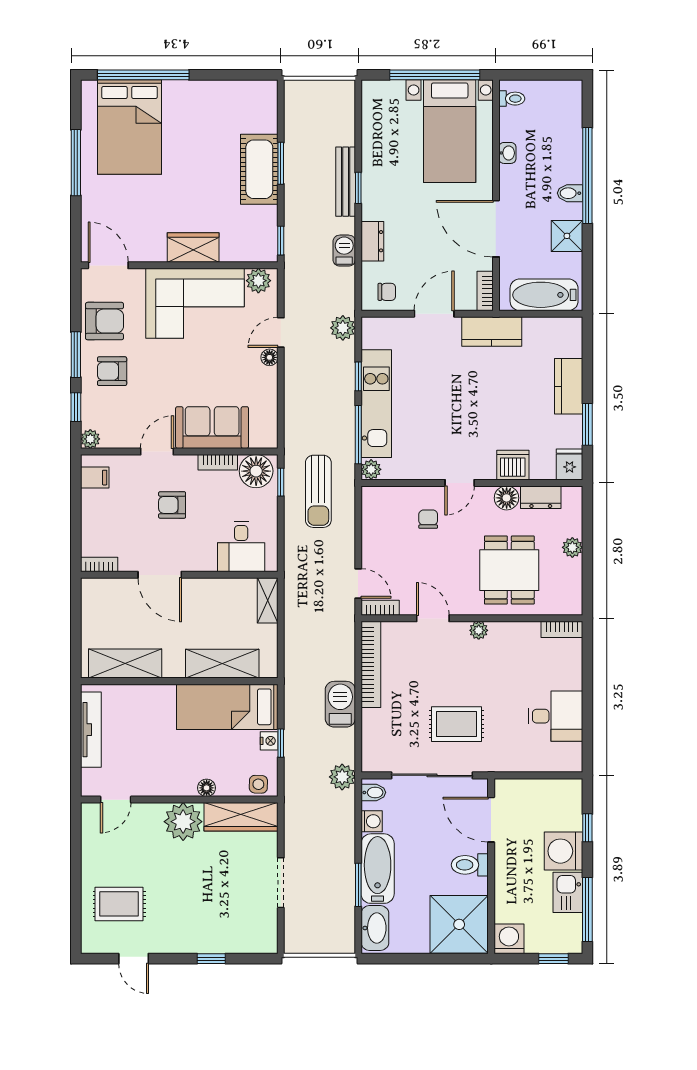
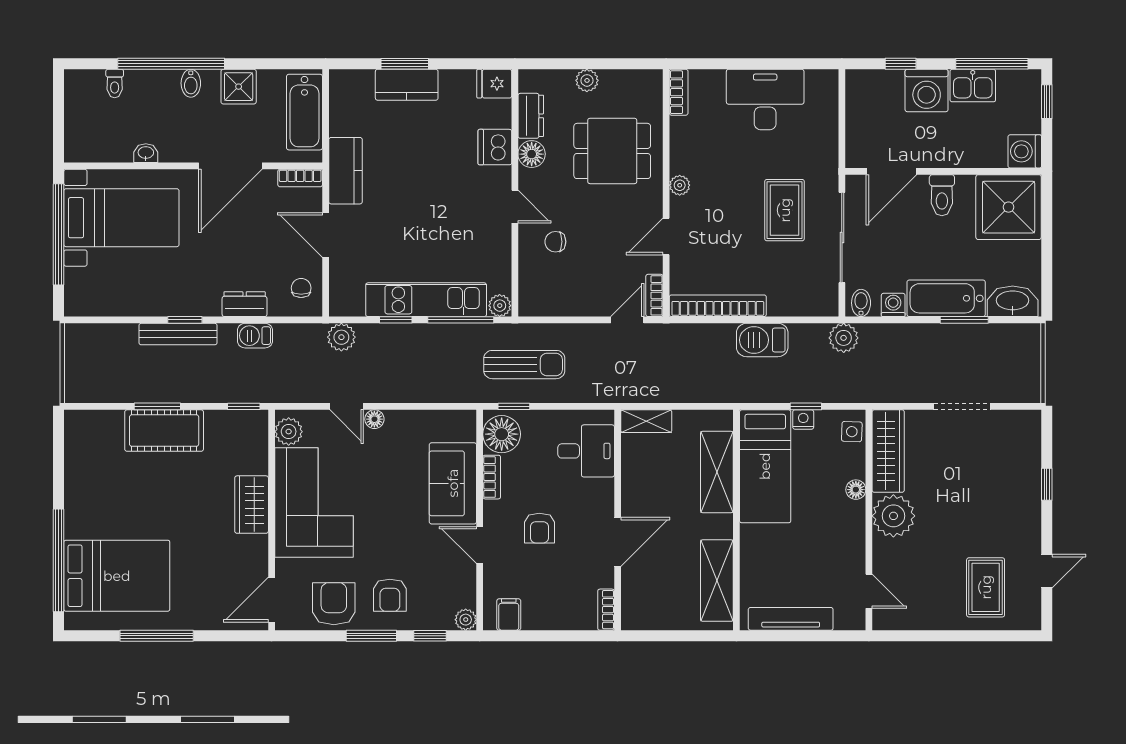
toilet: (512, 99) -> (115, 83), moved, turned 180
window: (587, 424) -> (405, 64), moved
desk: (555, 716) -> (765, 99), width x1.37

